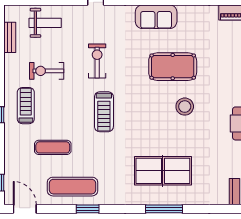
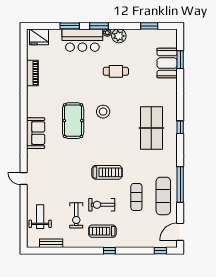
exercise bike: (97, 61) -> (102, 205), moved
exercise mat: (53, 147) -> (136, 197), moved
window: (88, 209) -> (180, 185), width x2.11
window: (164, 209) -> (180, 127), width x0.46

